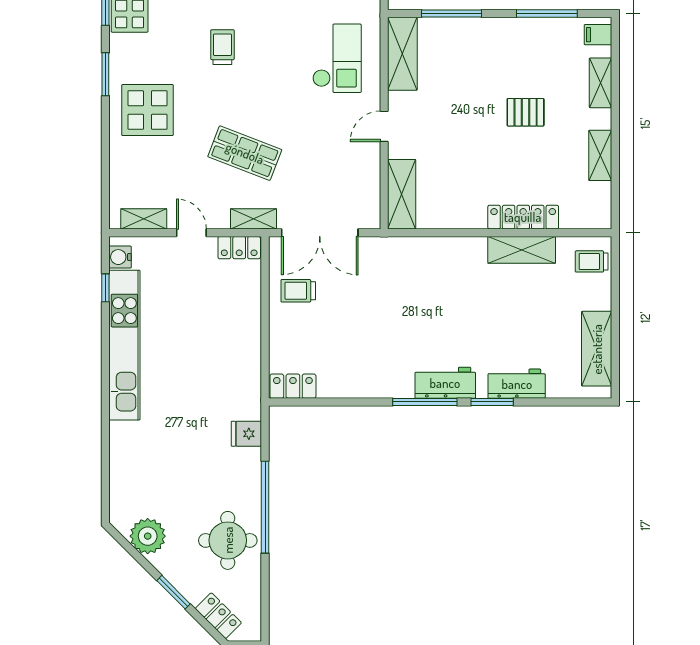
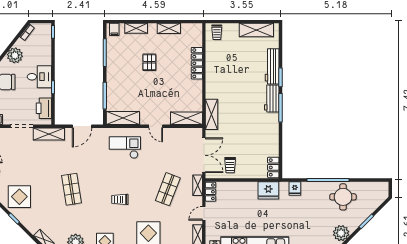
shelving: (522, 250) -> (212, 114), moved
fridge: (242, 375) -> (268, 190), added
workbench: (517, 384) -> (272, 66), width x1.38
locker: (218, 616) -> (377, 201), removed

